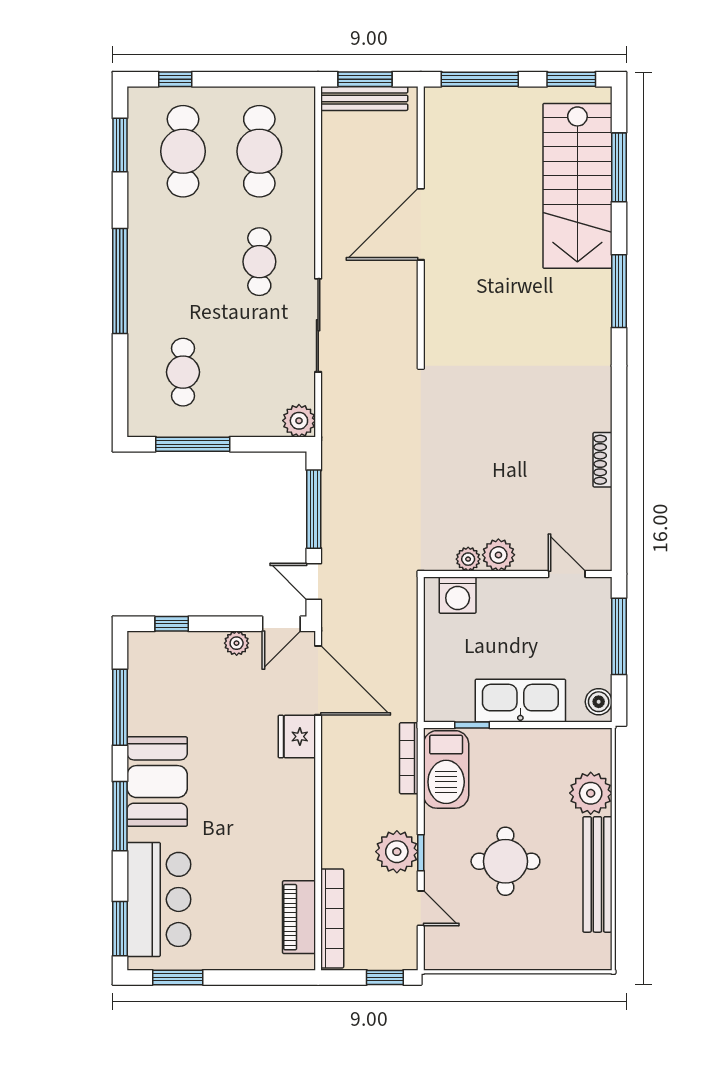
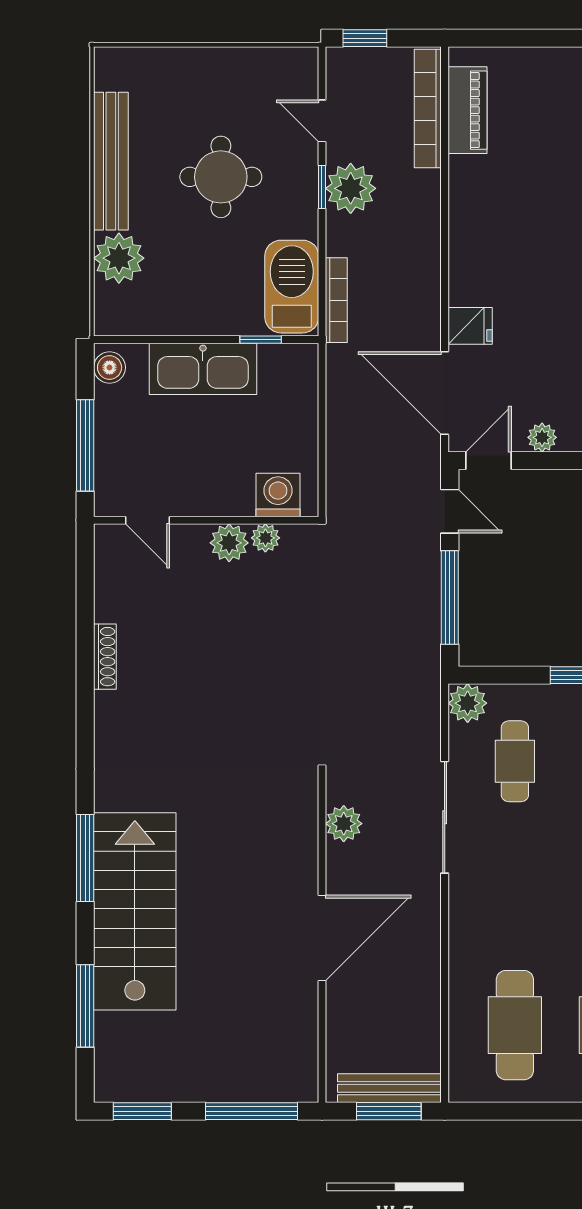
stairs: (577, 186) -> (135, 911), moved
cafe table: (259, 262) -> (515, 761), moved
plant: (403, 320) -> (344, 824), added
fridge: (297, 737) -> (470, 326), width x0.72

